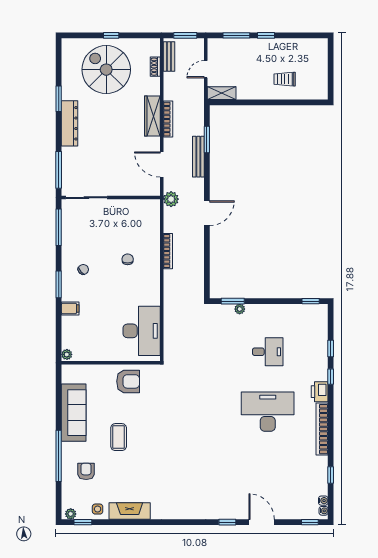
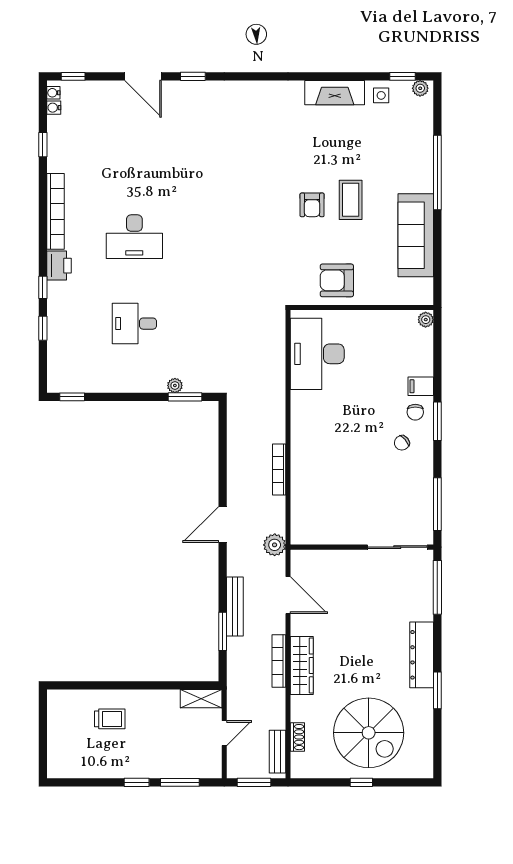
chair: (128, 259) -> (415, 412), moved
desk: (268, 412) -> (134, 237), width x0.73, depth x0.77
armchair: (86, 471) -> (312, 205), moved

